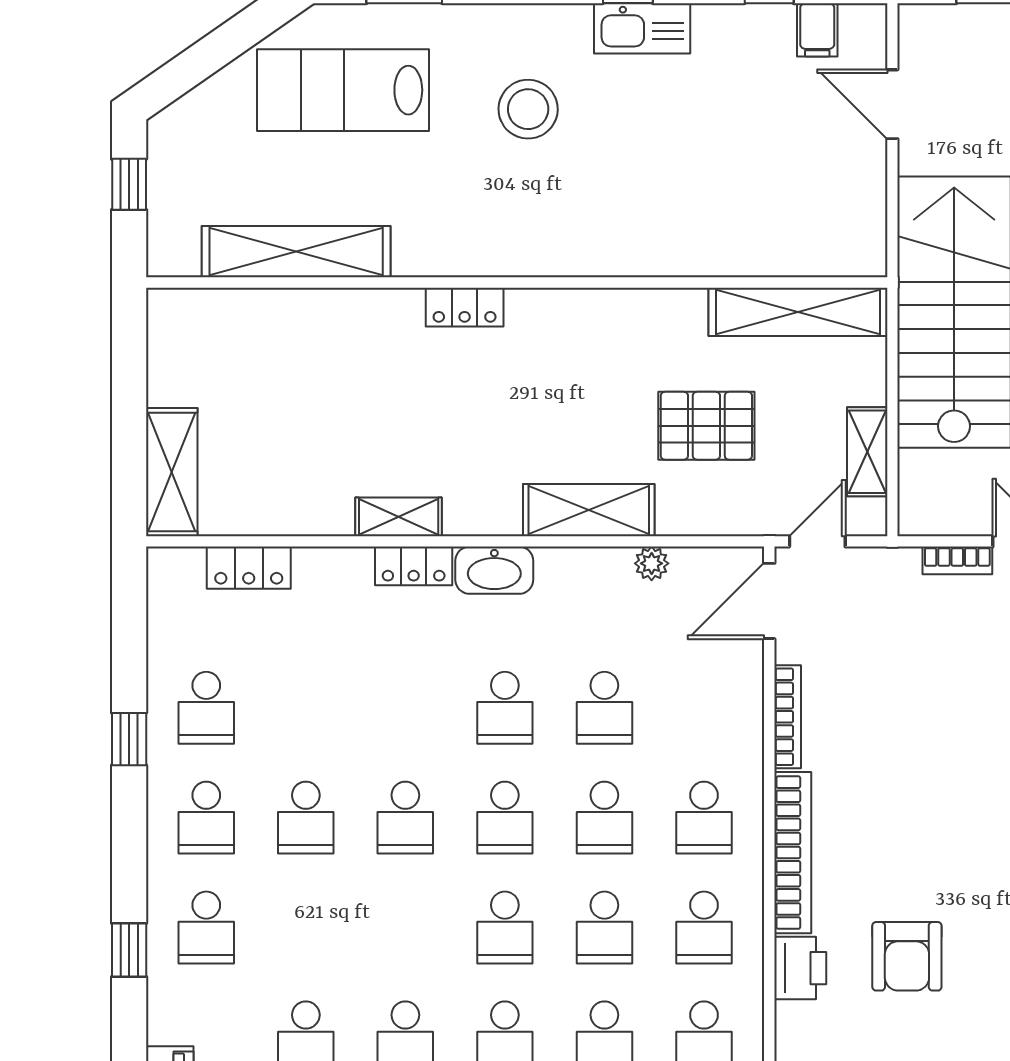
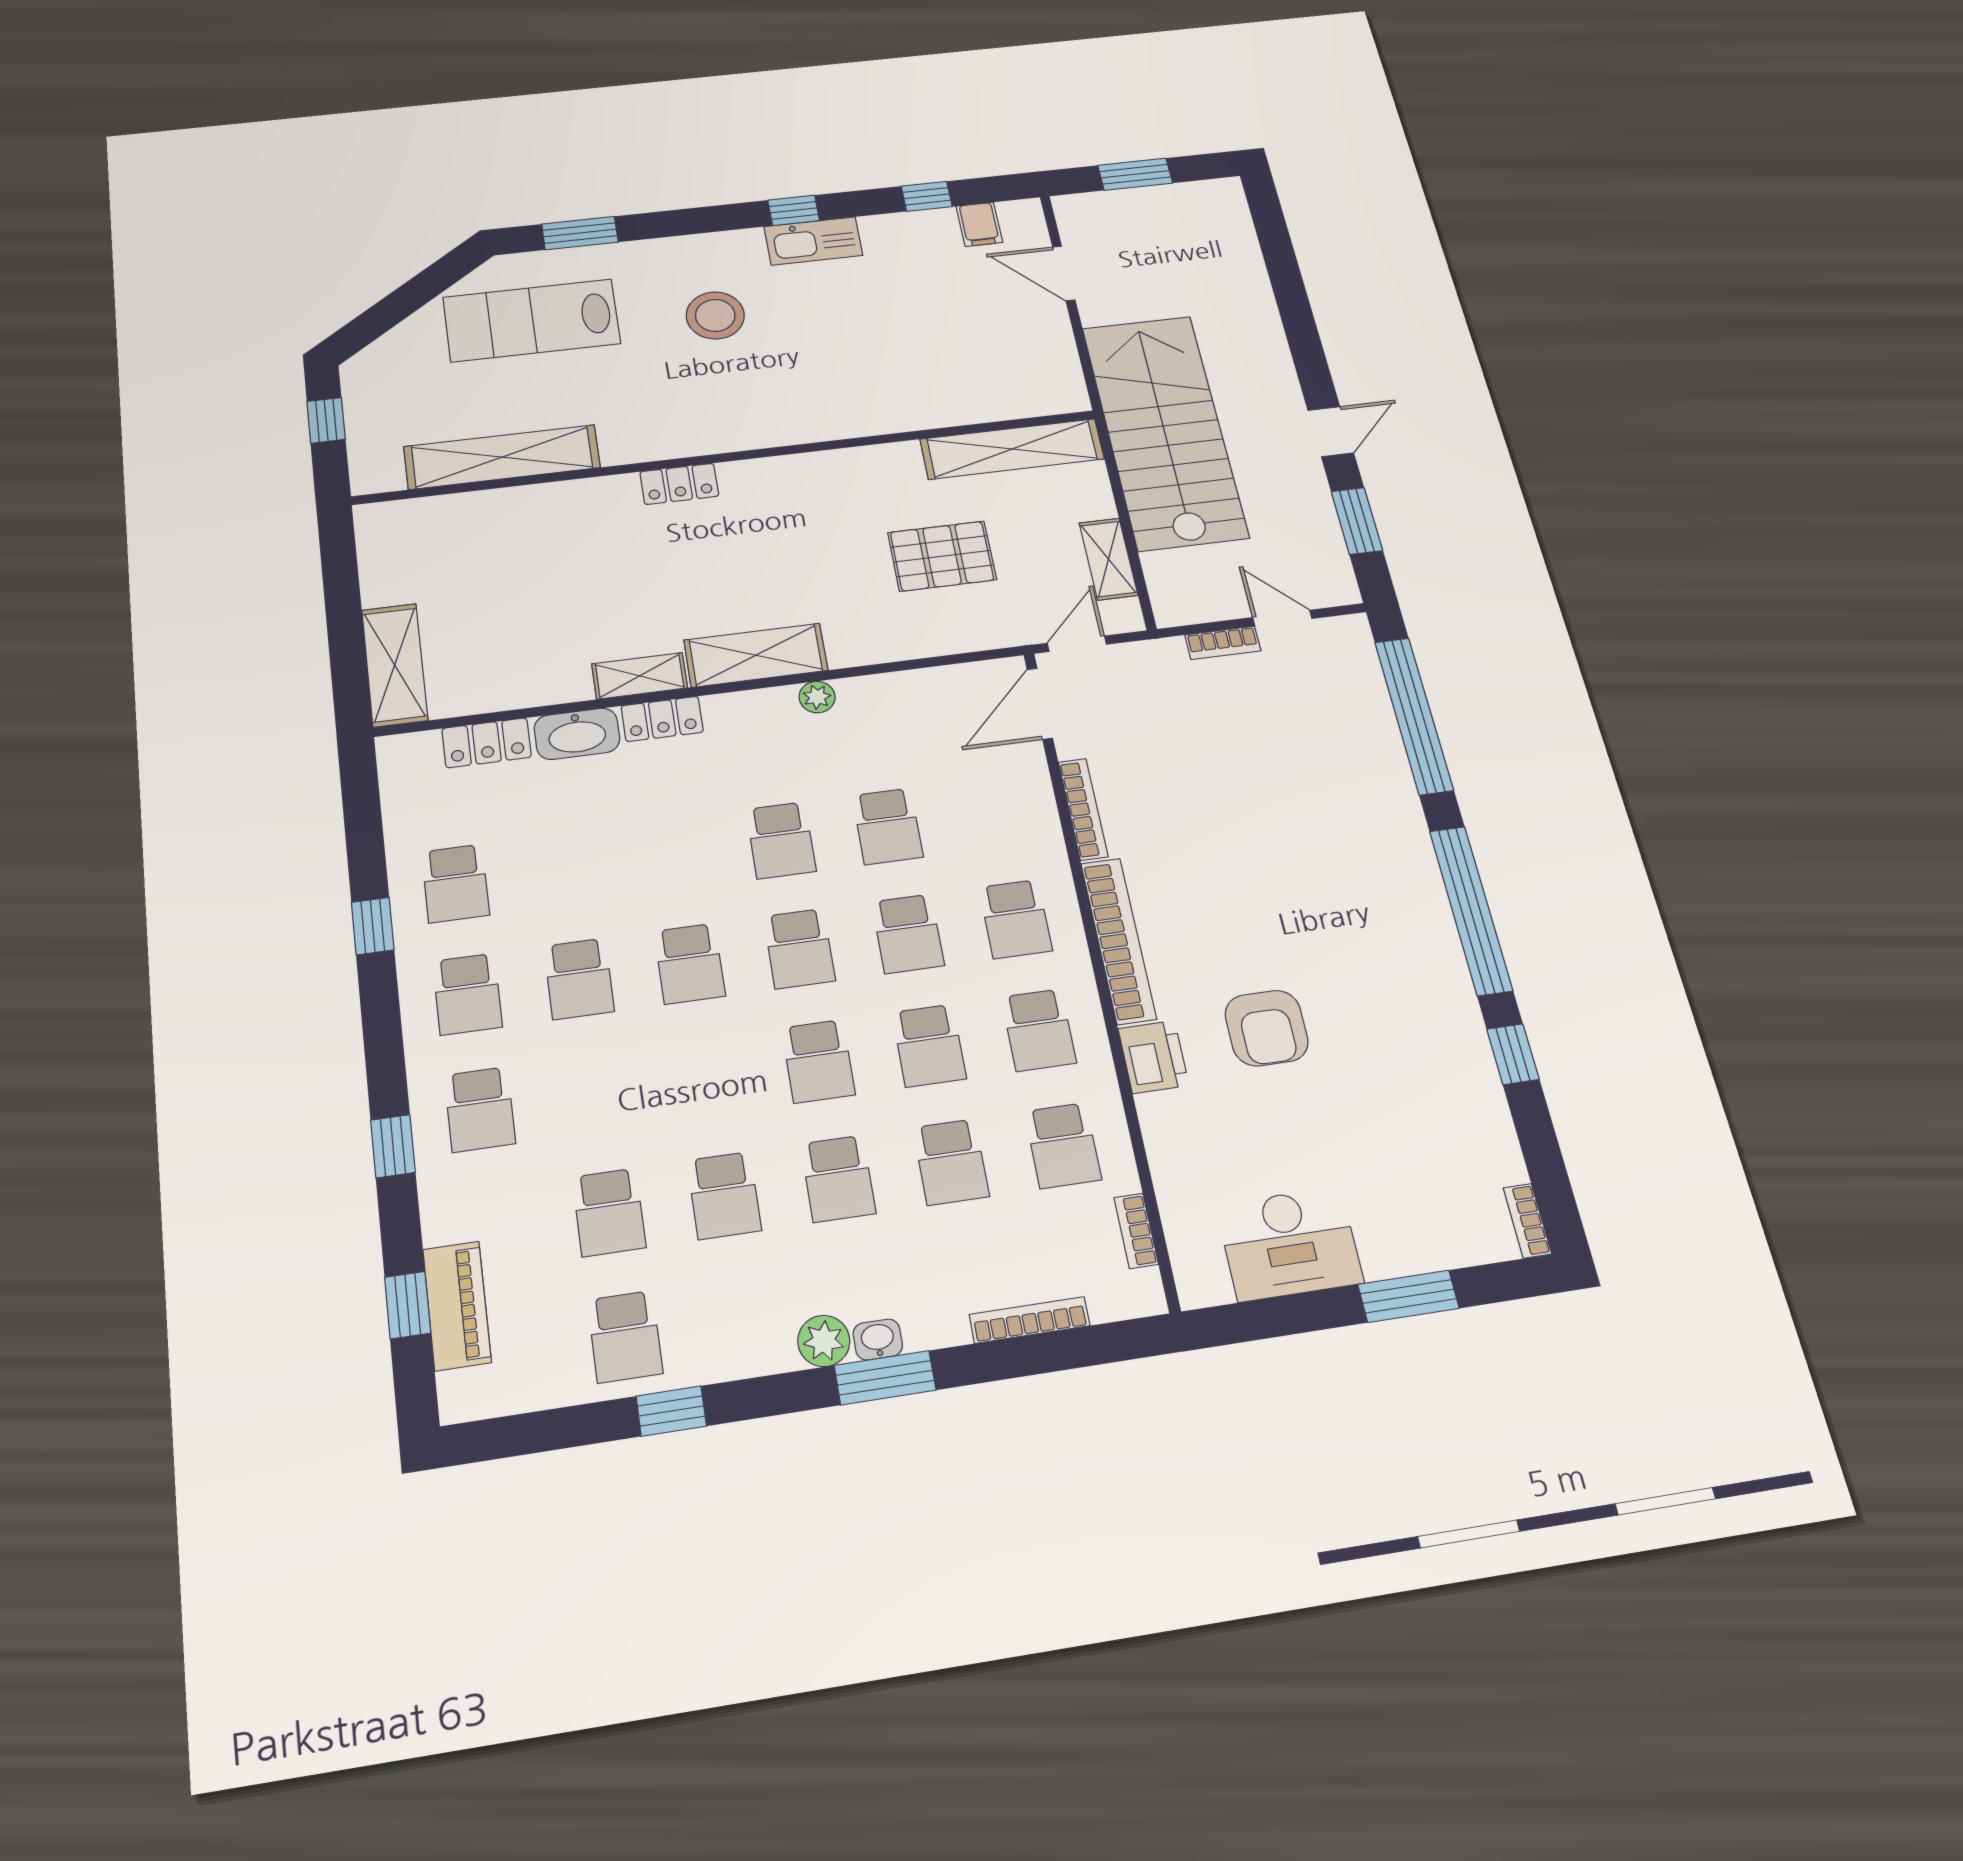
shelving: (589, 510) -> (756, 655), moved
plant: (652, 563) -> (817, 697), moved
washbasin: (494, 570) -> (577, 734), moved

